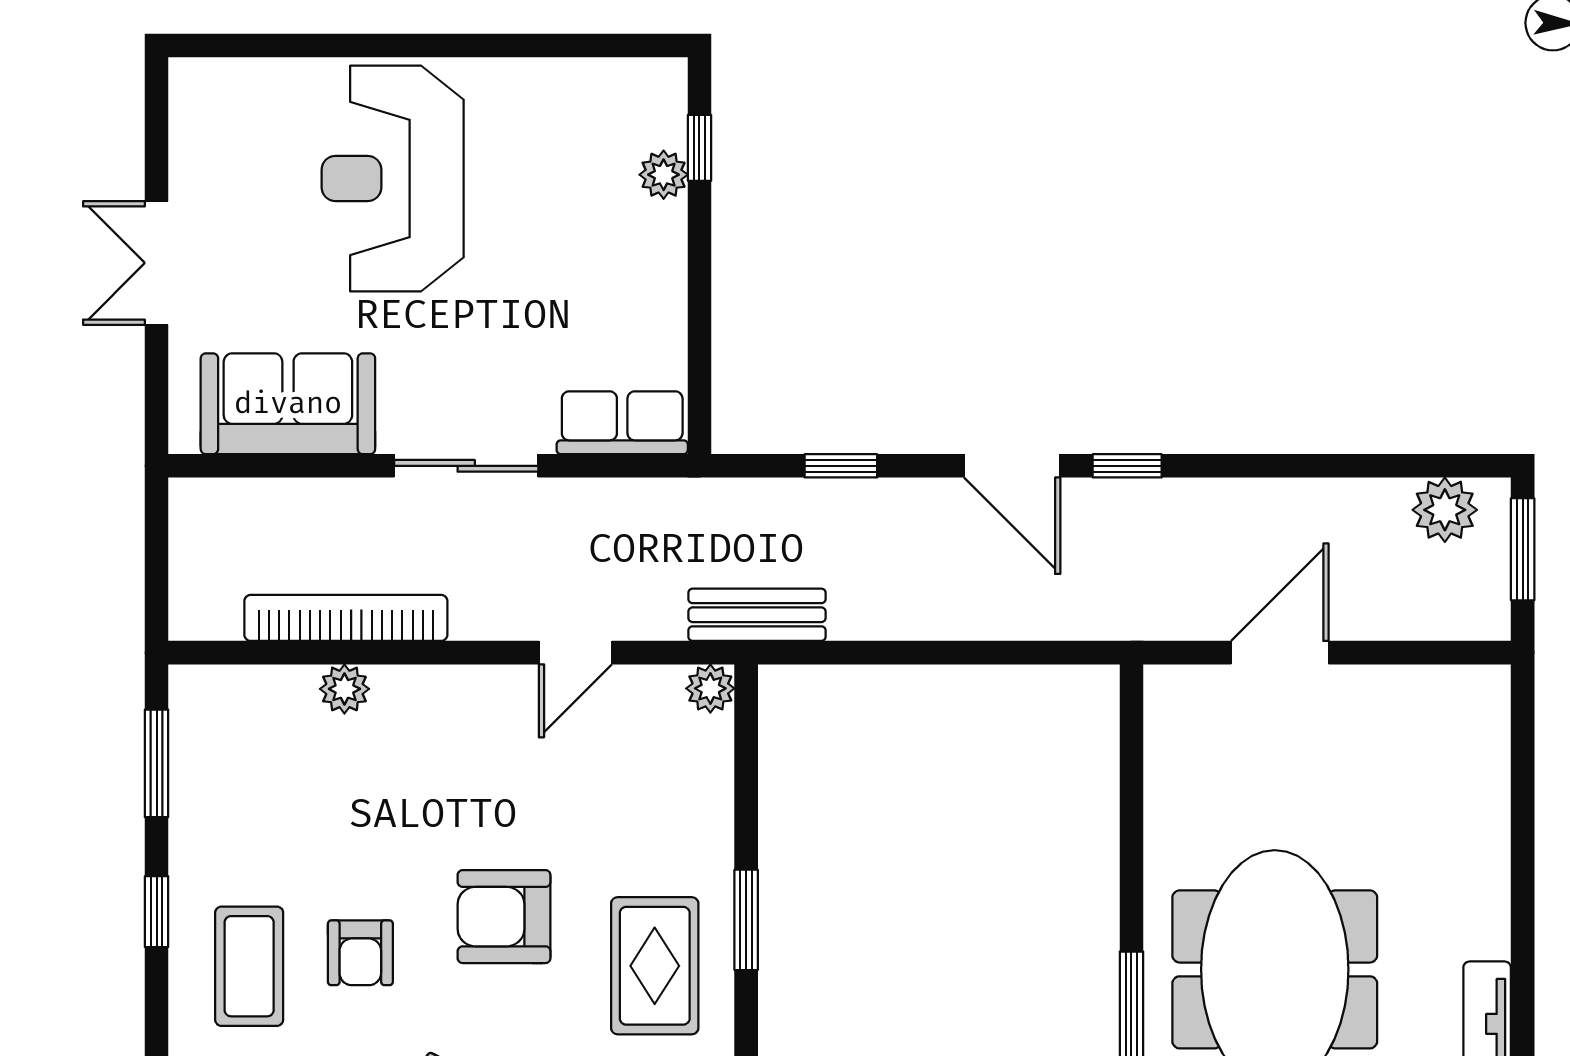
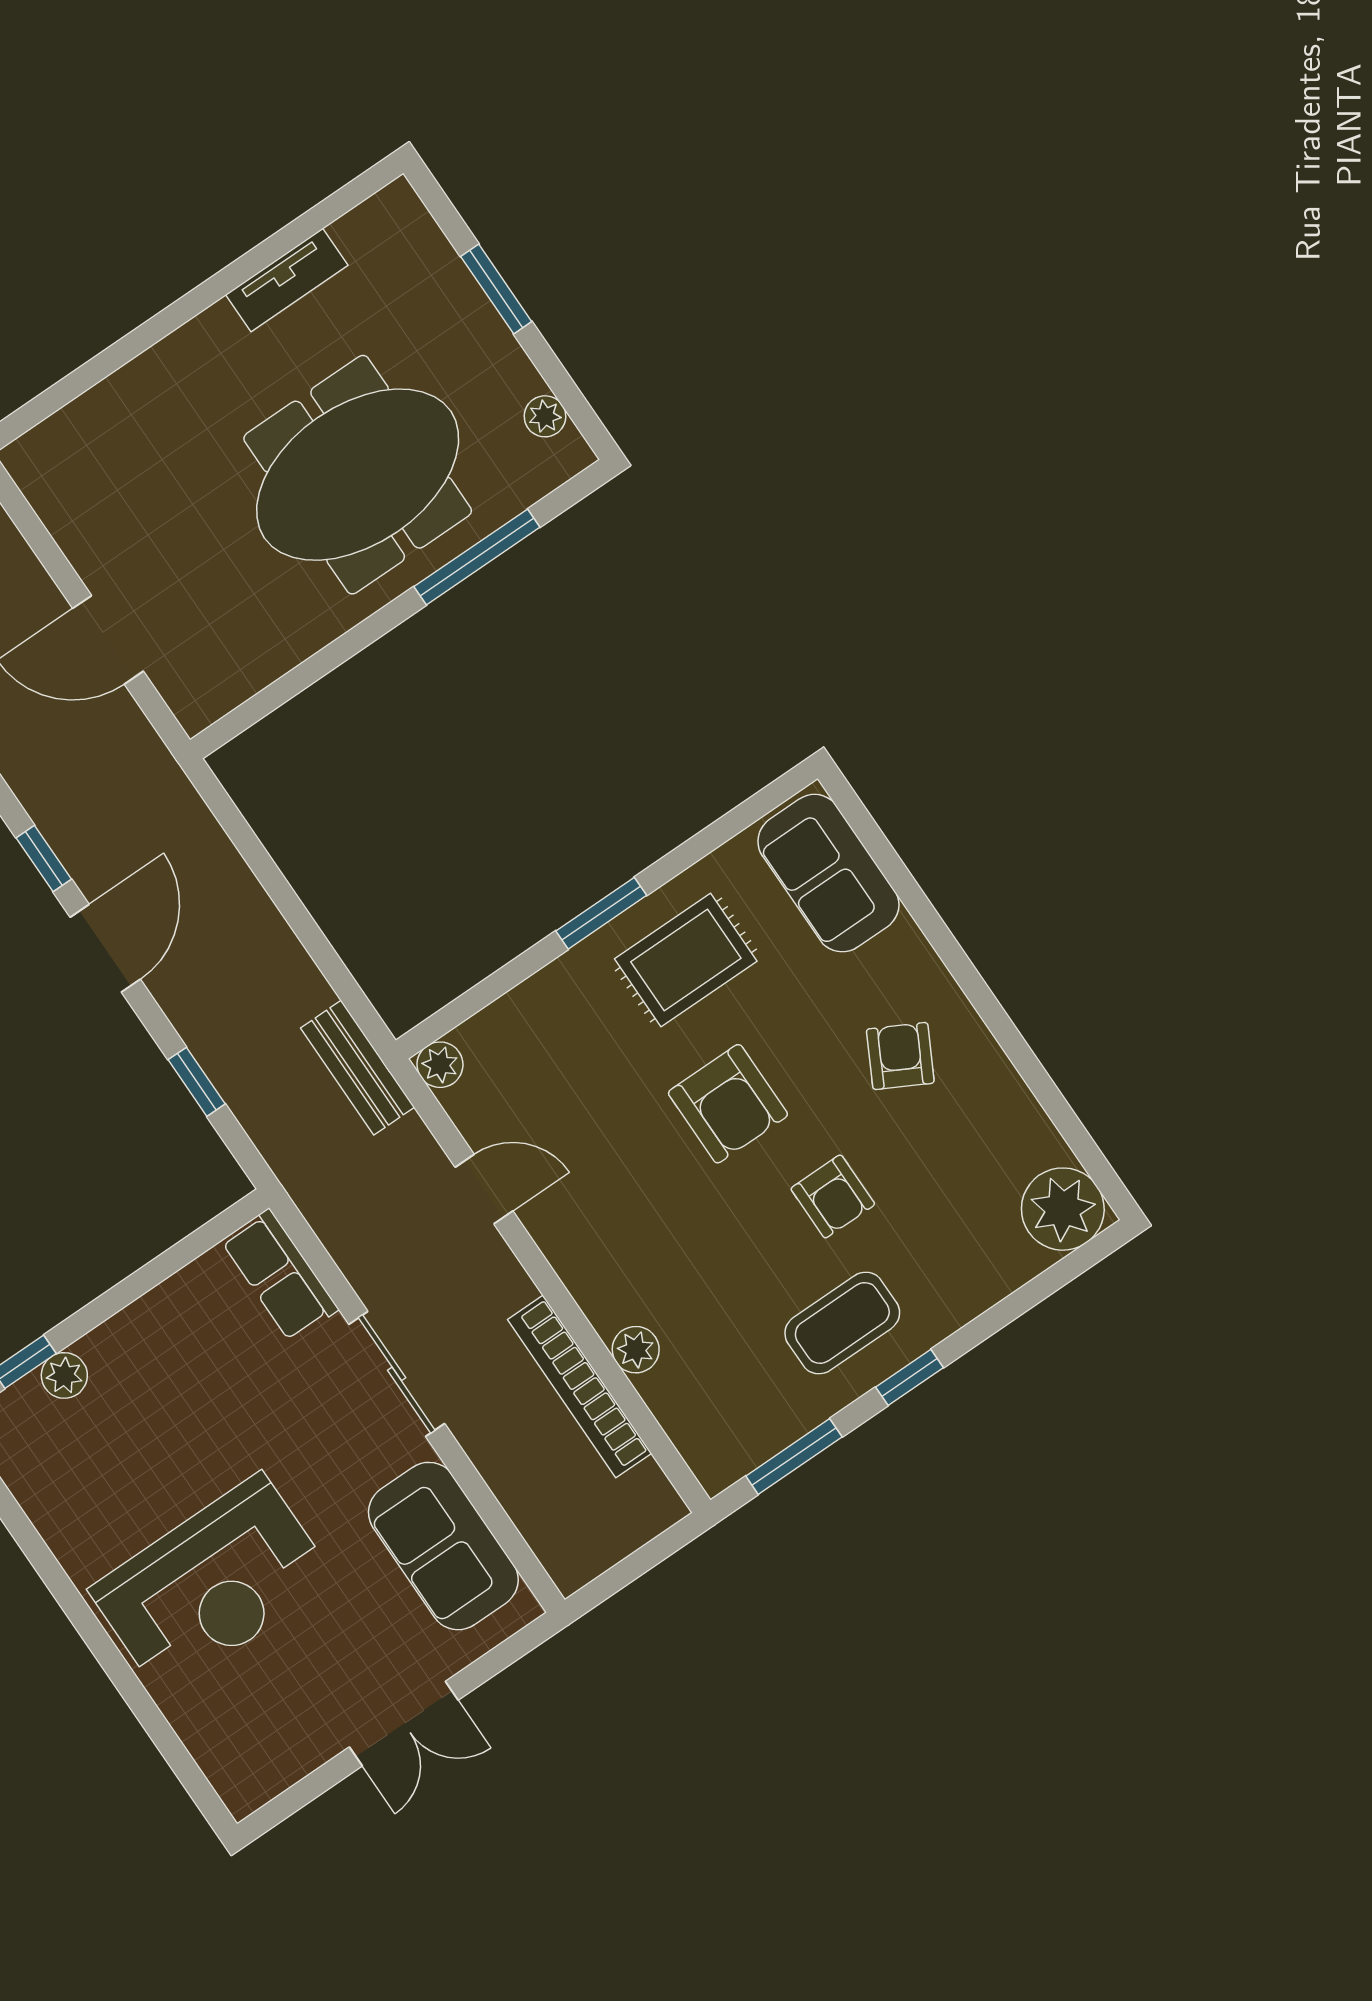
armchair: (360, 953) -> (833, 1196), turned 90
coffee table: (249, 966) -> (842, 1323), moved

